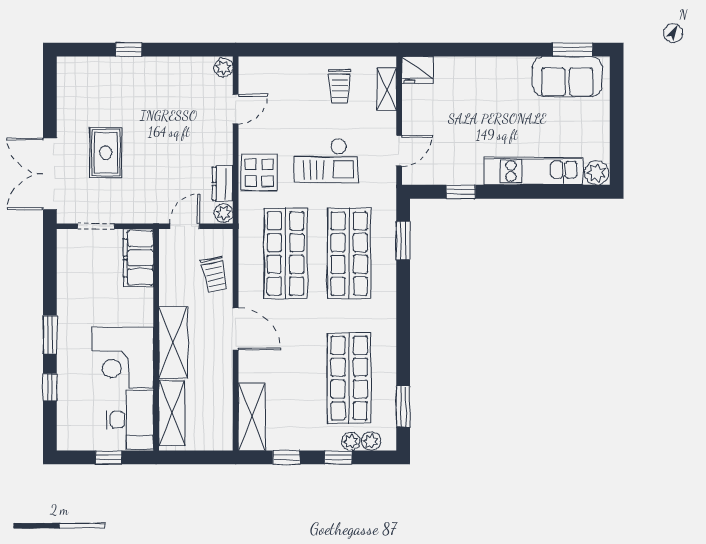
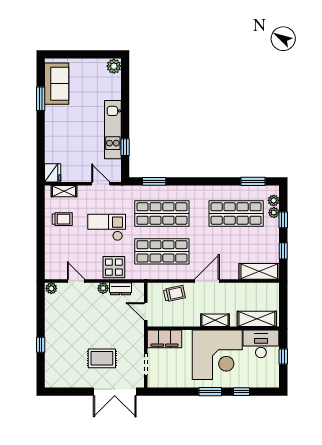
window: (573, 50) -> (41, 99), moved
checkout: (326, 161) -> (107, 227), turned -90
kitchen unit: (533, 171) -> (113, 130), moved
plant: (224, 213) -> (103, 288), moved
shelving: (173, 343) -> (215, 320), width x0.67, depth x0.75
corner desk: (123, 358) -> (217, 355), width x1.36, depth x1.36

